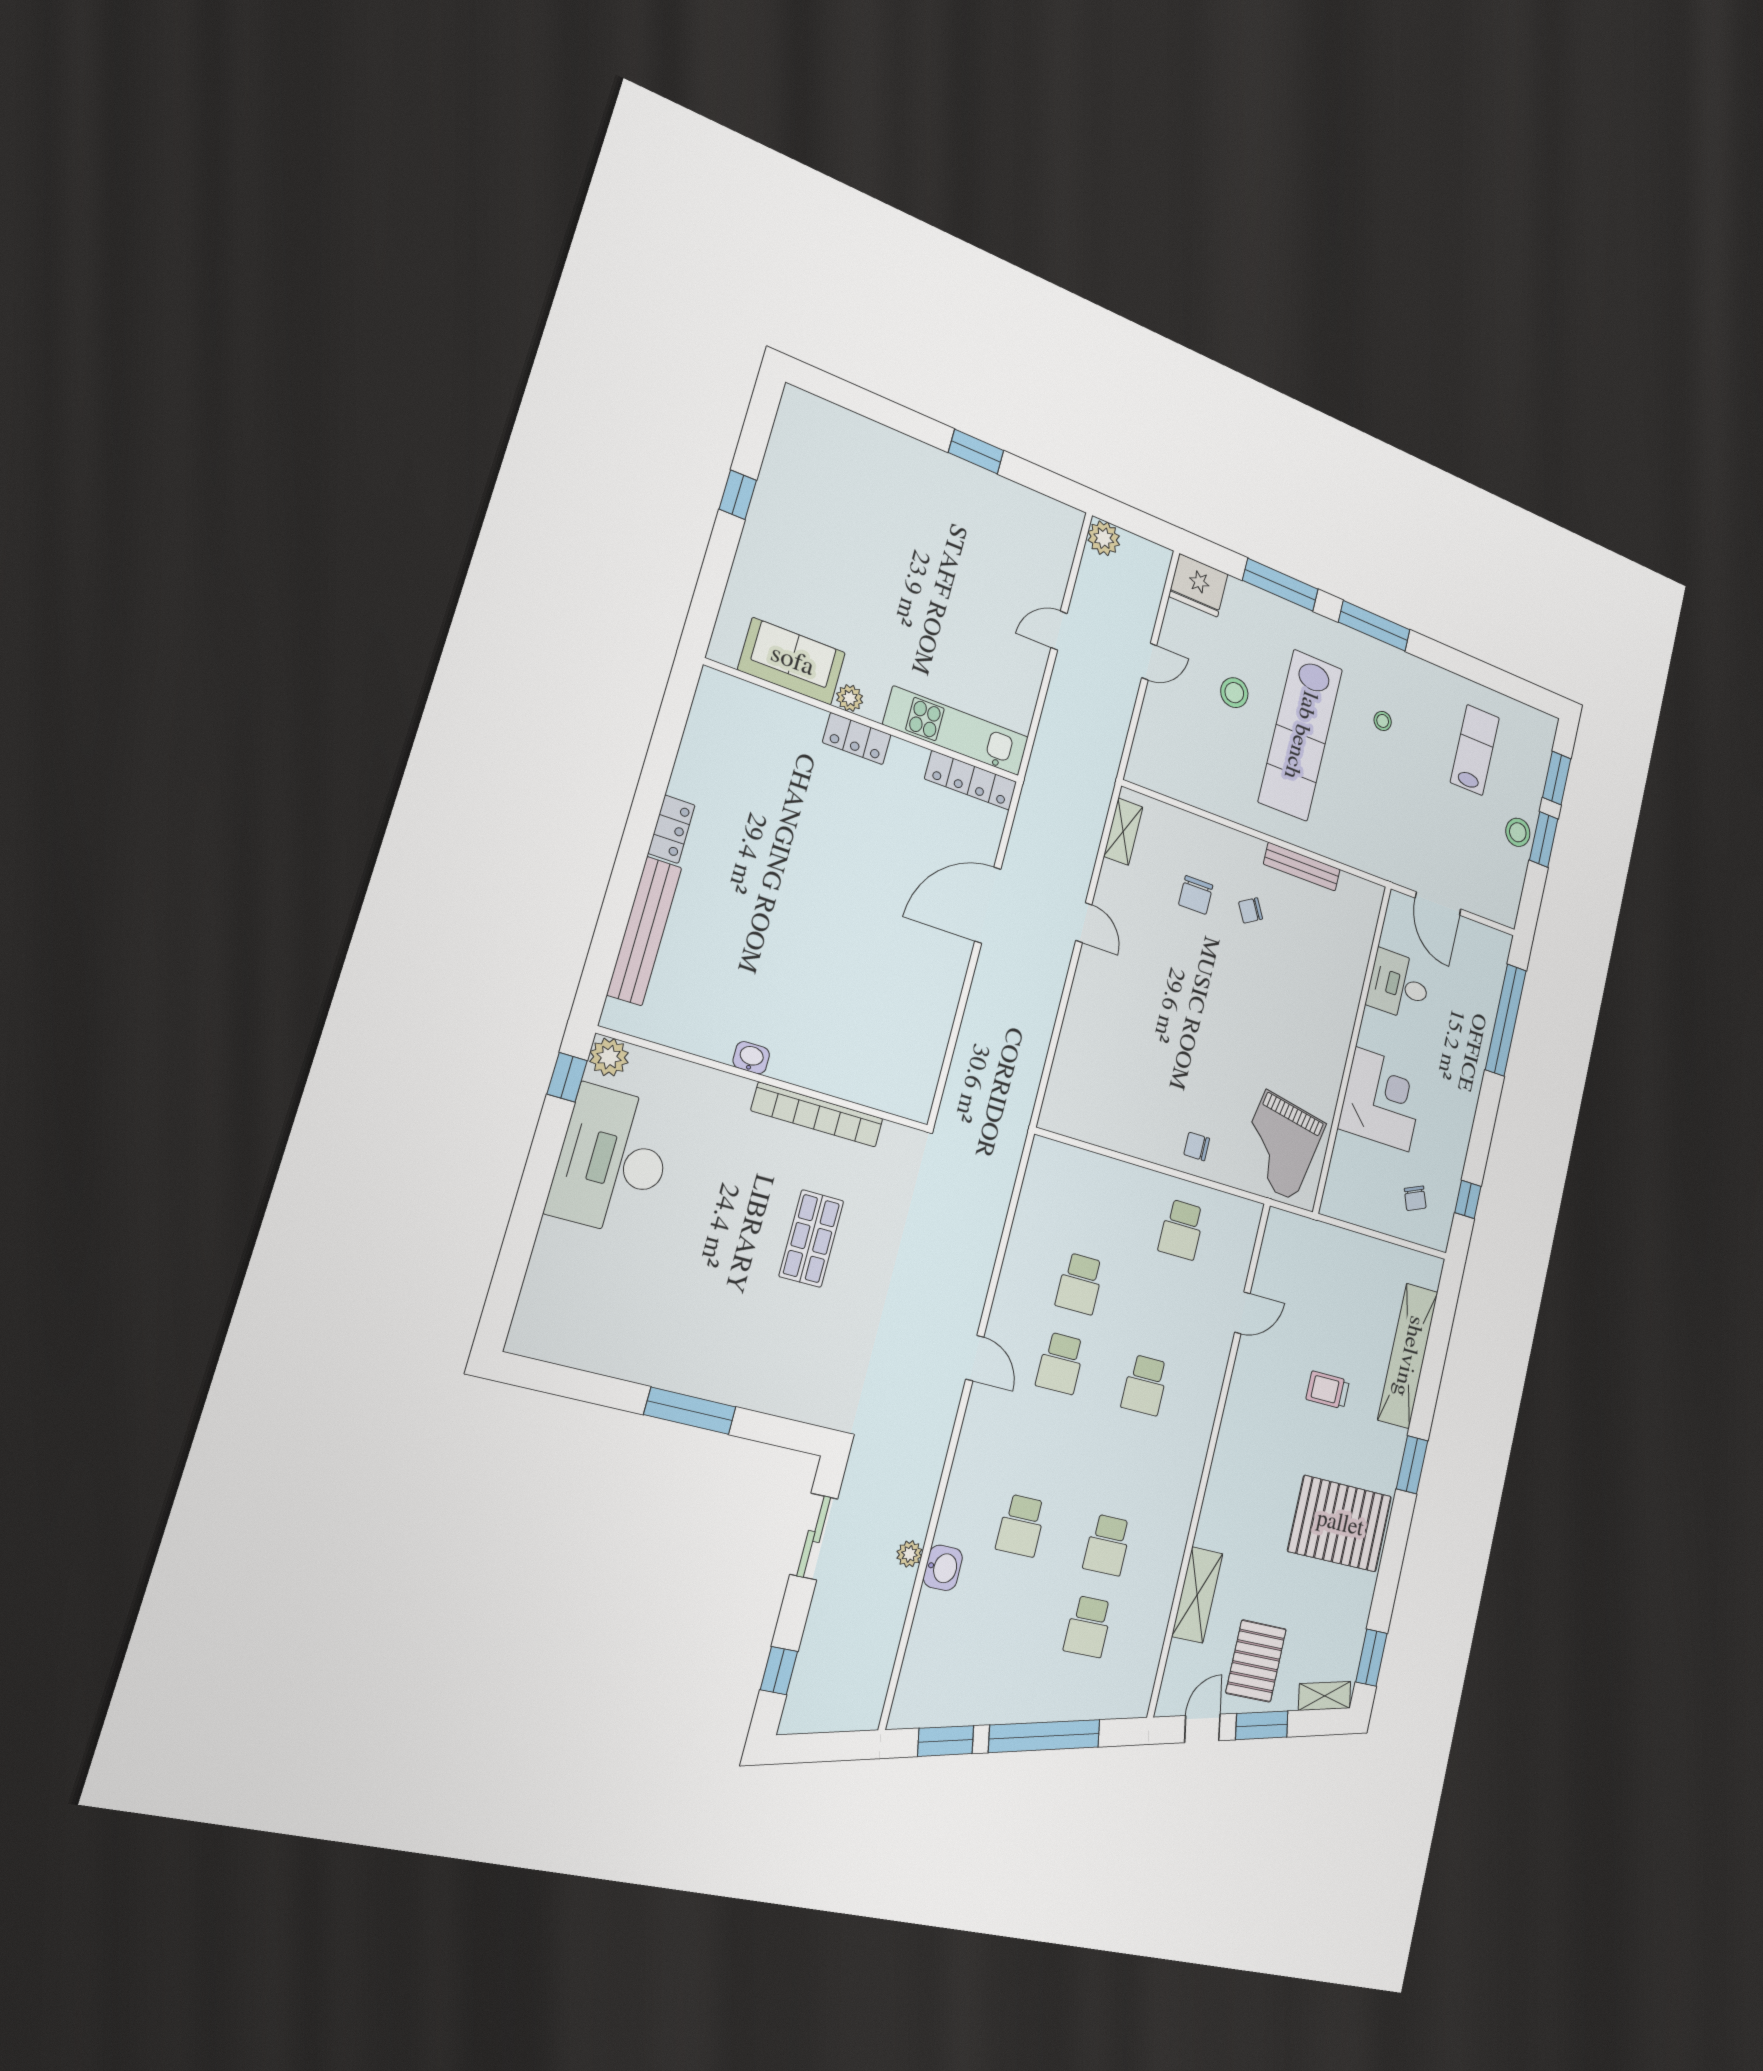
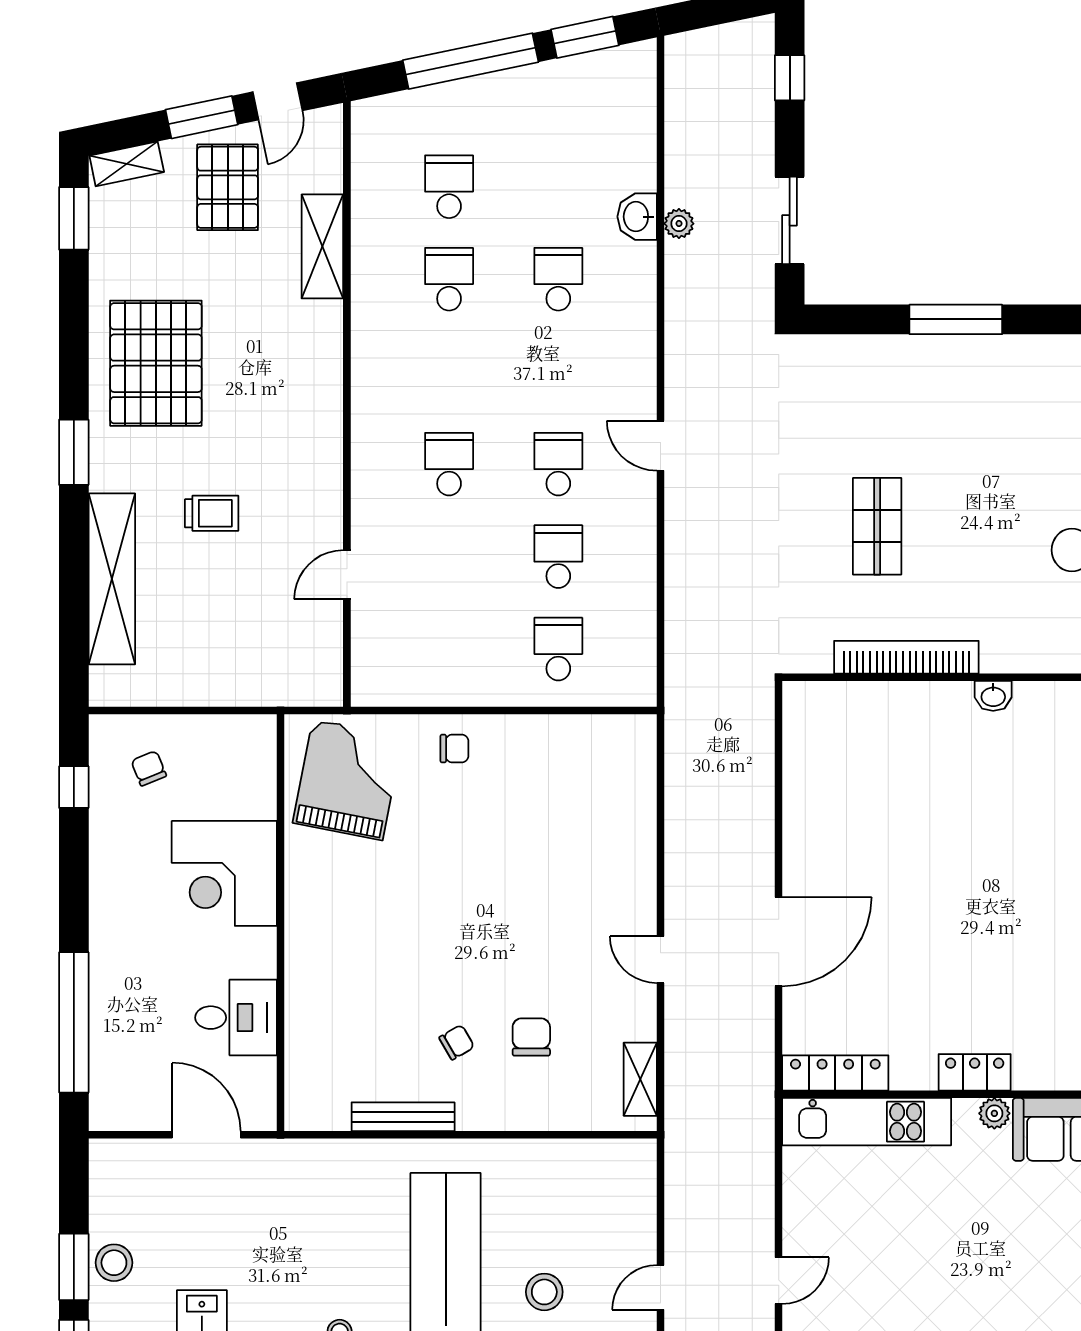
school desk: (1182, 1230) -> (558, 649), moved
pallet: (1340, 1524) -> (156, 363), turned 90

